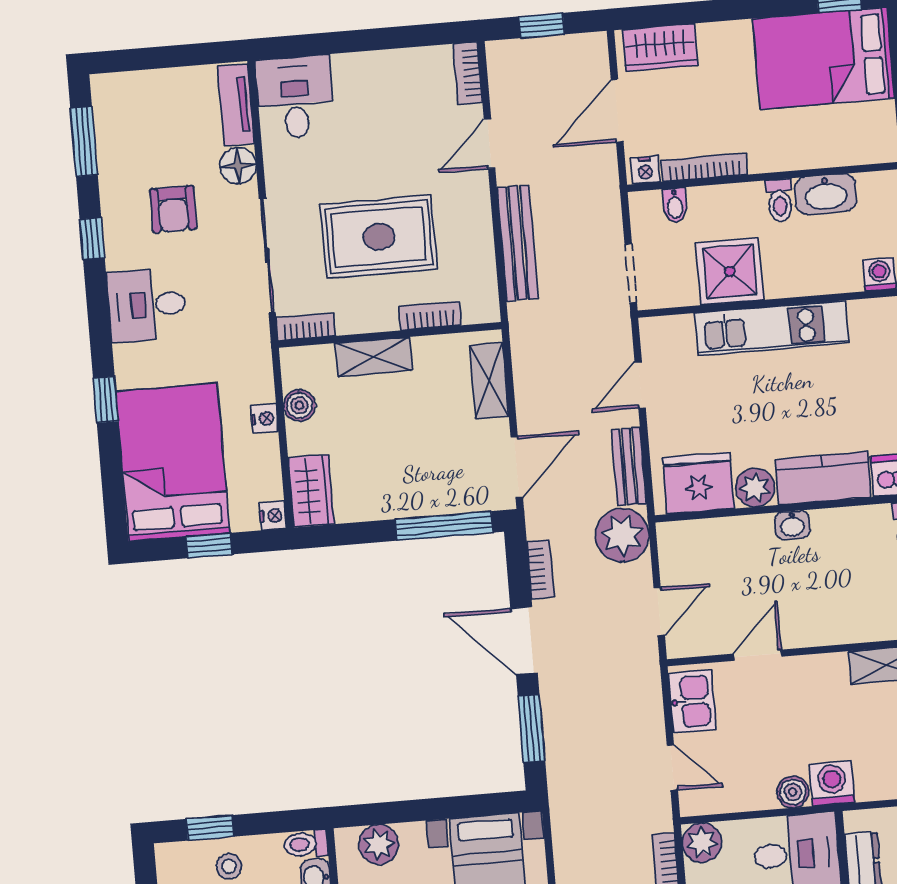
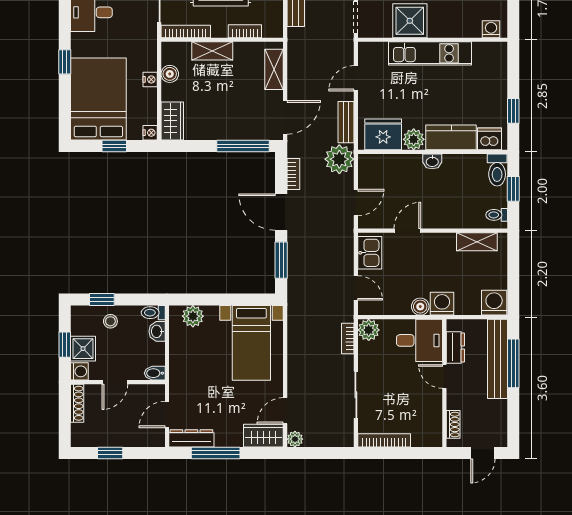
bookcase: (306, 327) -> (186, 31), width x1.56

